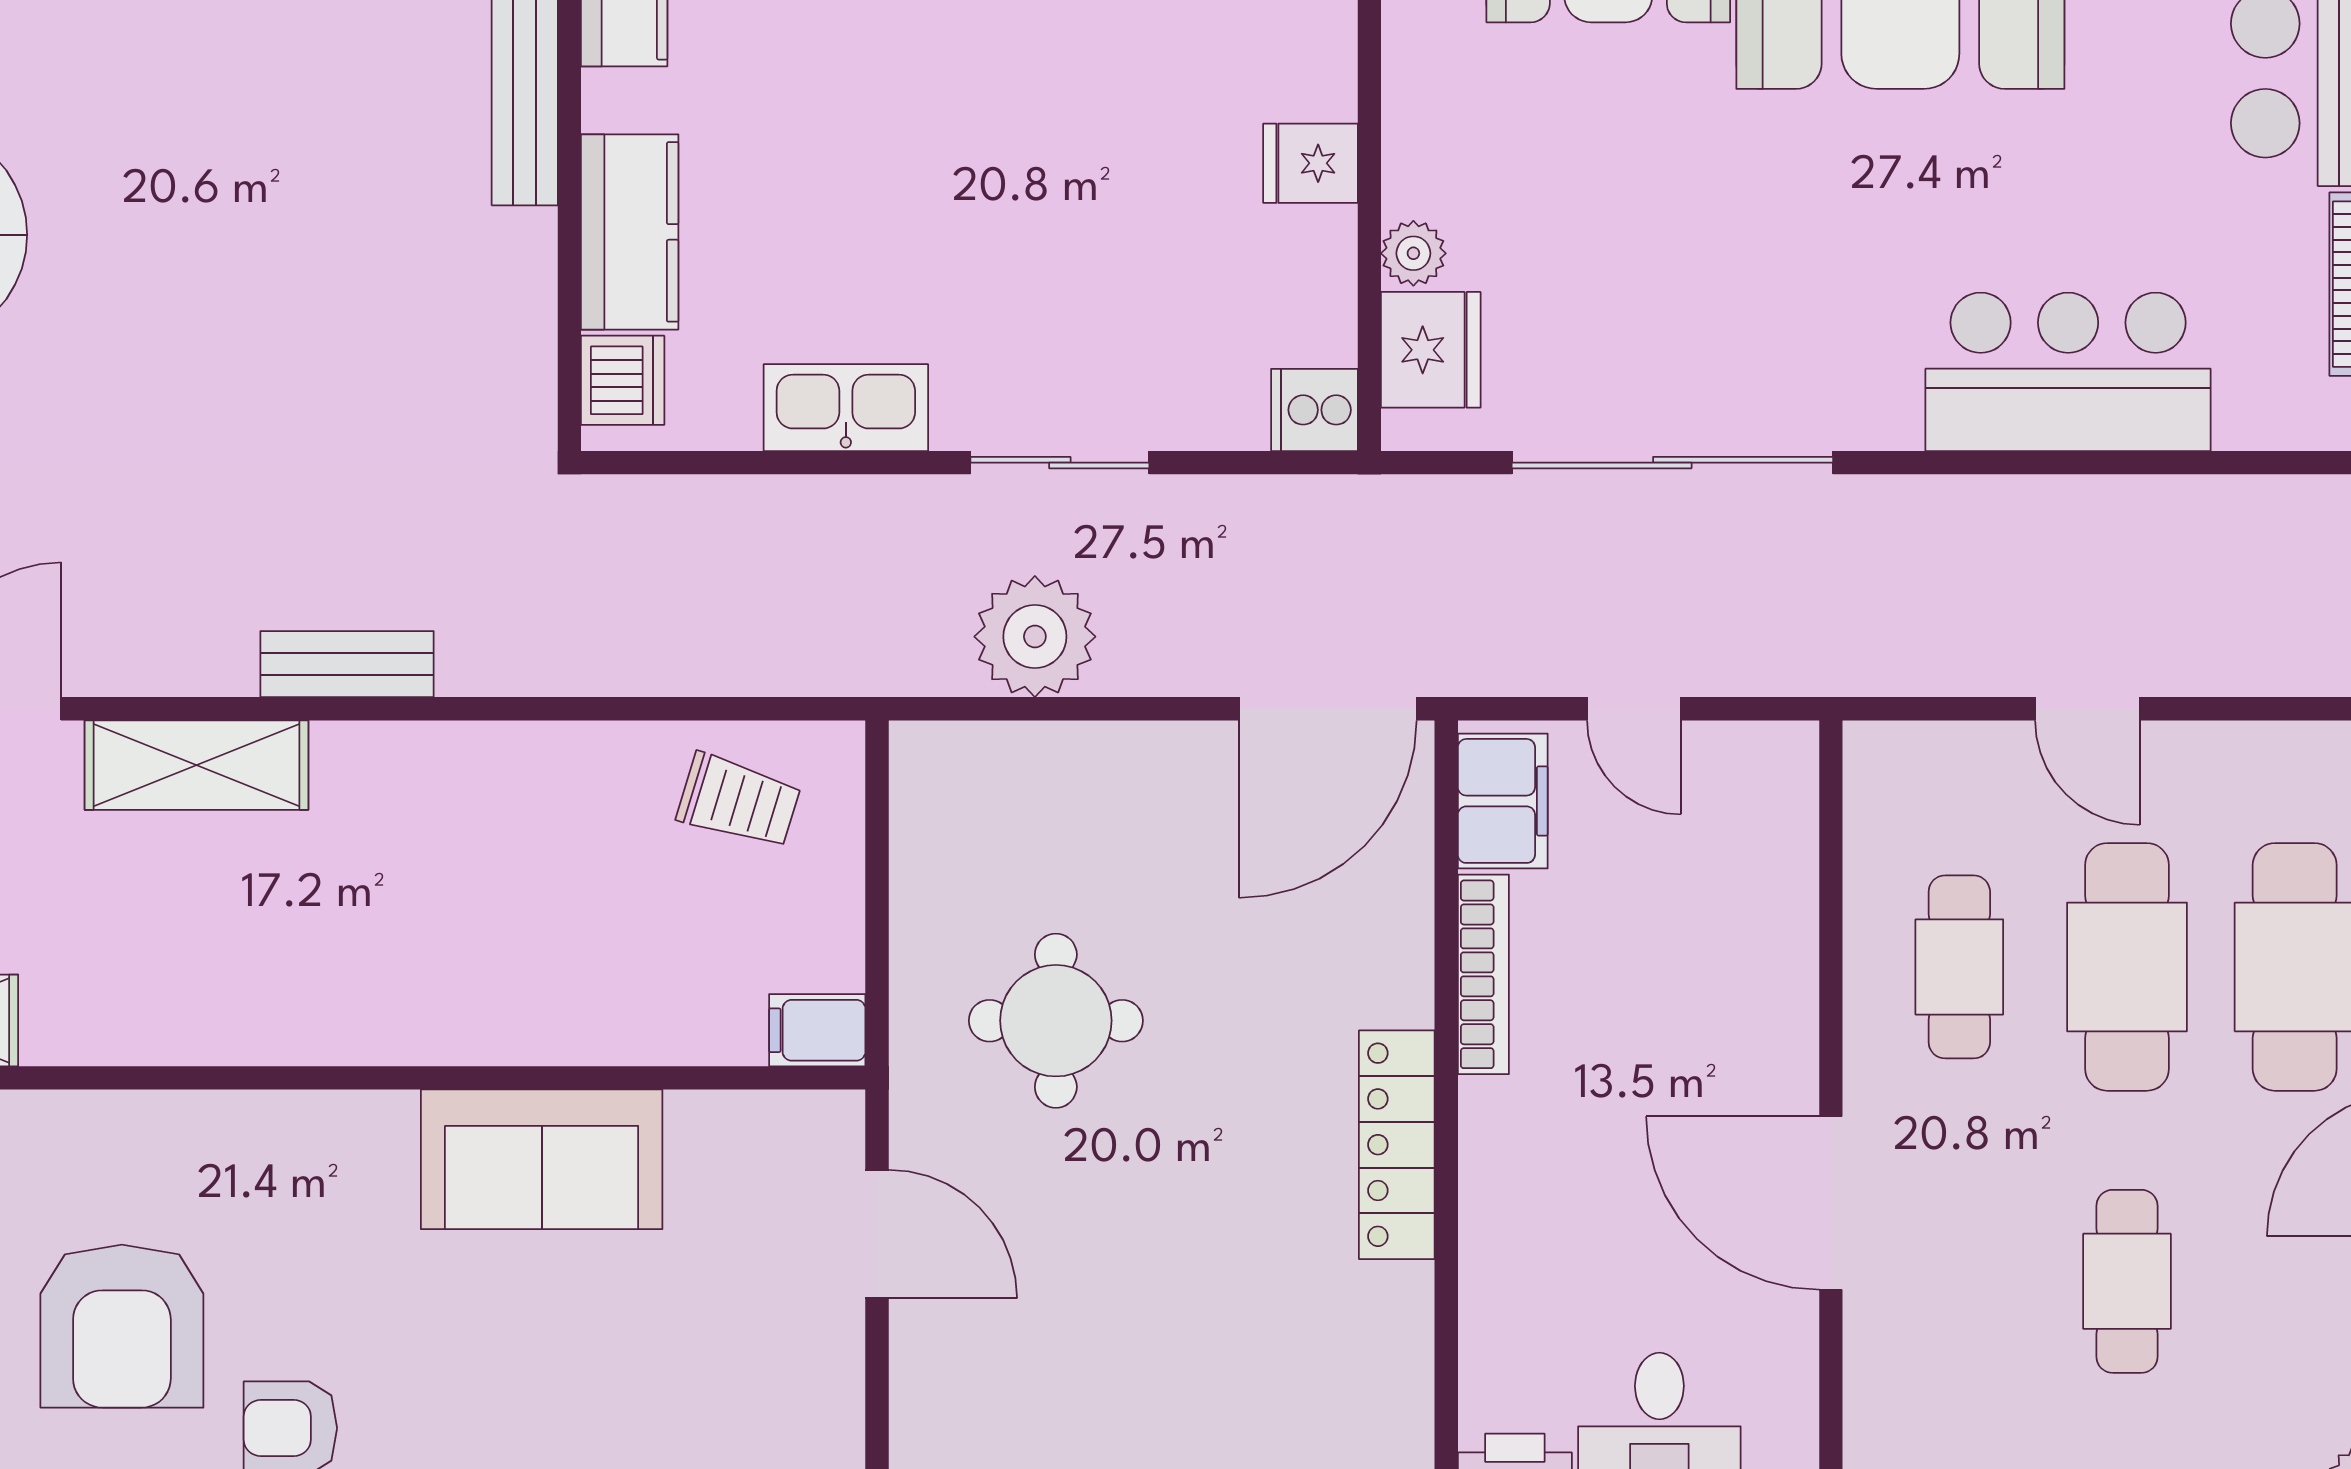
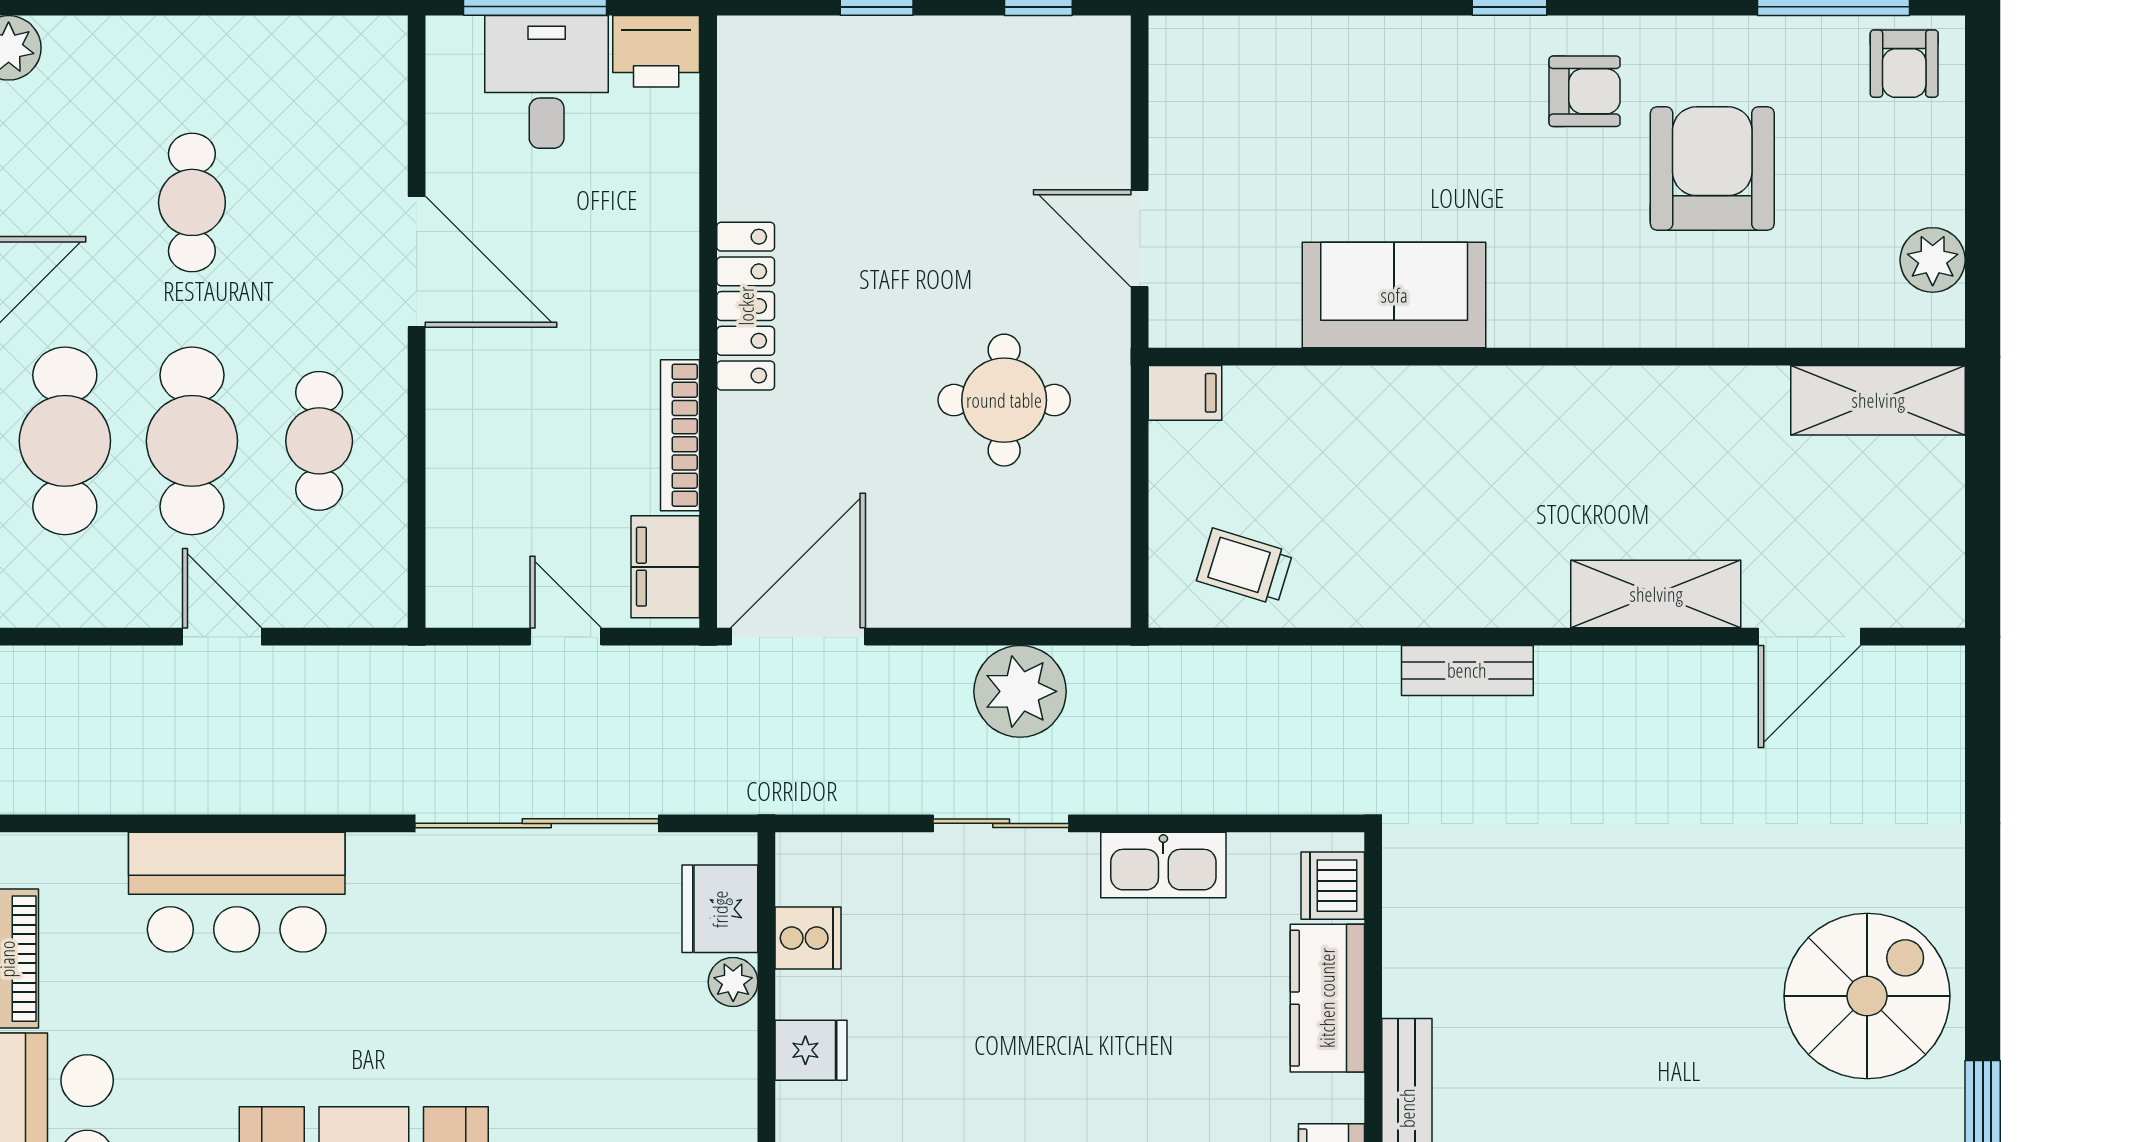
cooker: (1314, 410) -> (808, 938), moved
bench: (347, 664) -> (1467, 670), moved

